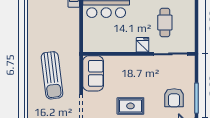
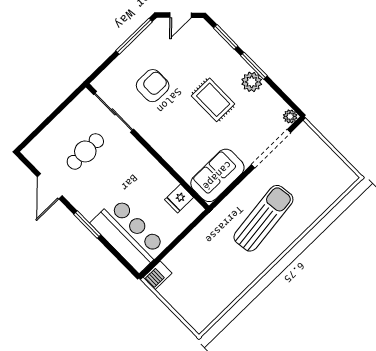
fridge: (143, 45) -> (179, 199), moved
armchair: (174, 98) -> (153, 86), moved

